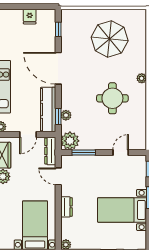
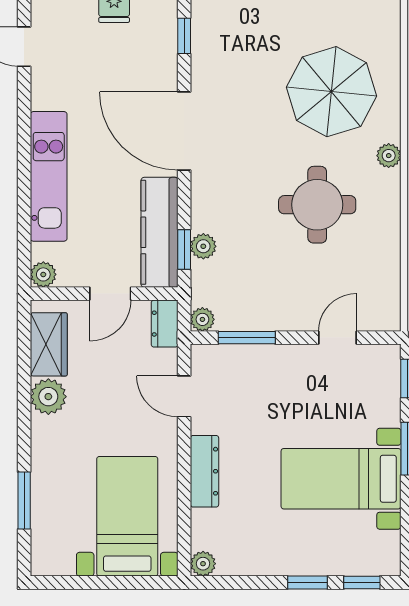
parasol: (110, 39) -> (331, 92), moved
plant: (70, 141) -> (202, 319), width x0.53, depth x0.53
dresser: (50, 151) -> (165, 324), width x0.70
dresser: (67, 207) -> (205, 471), width x1.44

